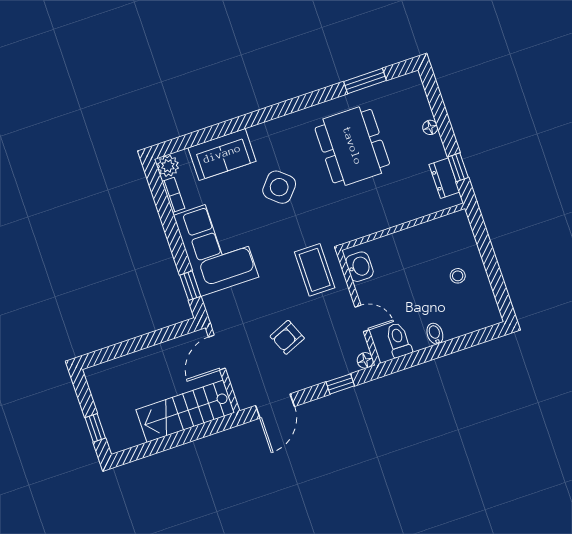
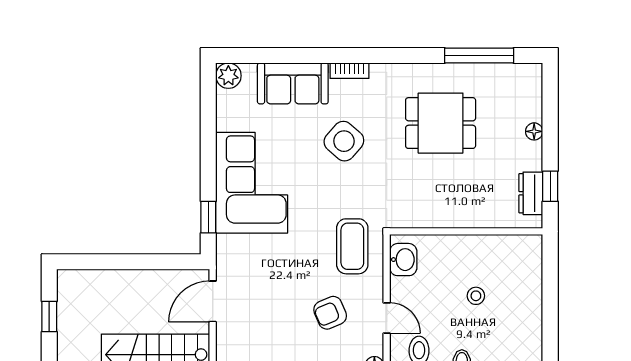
window: (365, 81) -> (479, 55), width x1.44
dining table: (352, 146) -> (441, 123), width x0.73
bookcase: (173, 195) -> (350, 71), moved, turned 90
stool: (458, 276) -> (476, 296), moved
armchair: (287, 337) -> (330, 313), moved
window: (95, 428) -> (49, 316), moved

